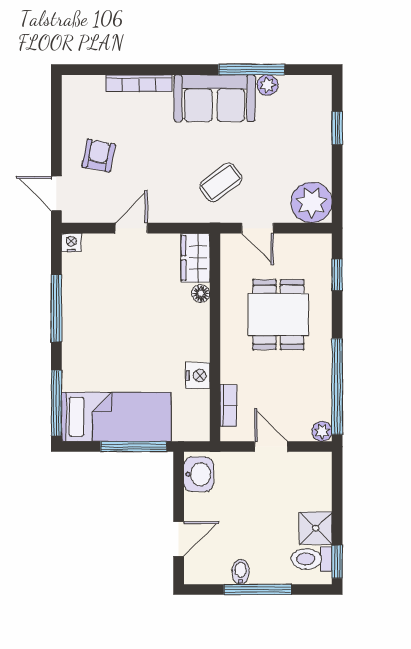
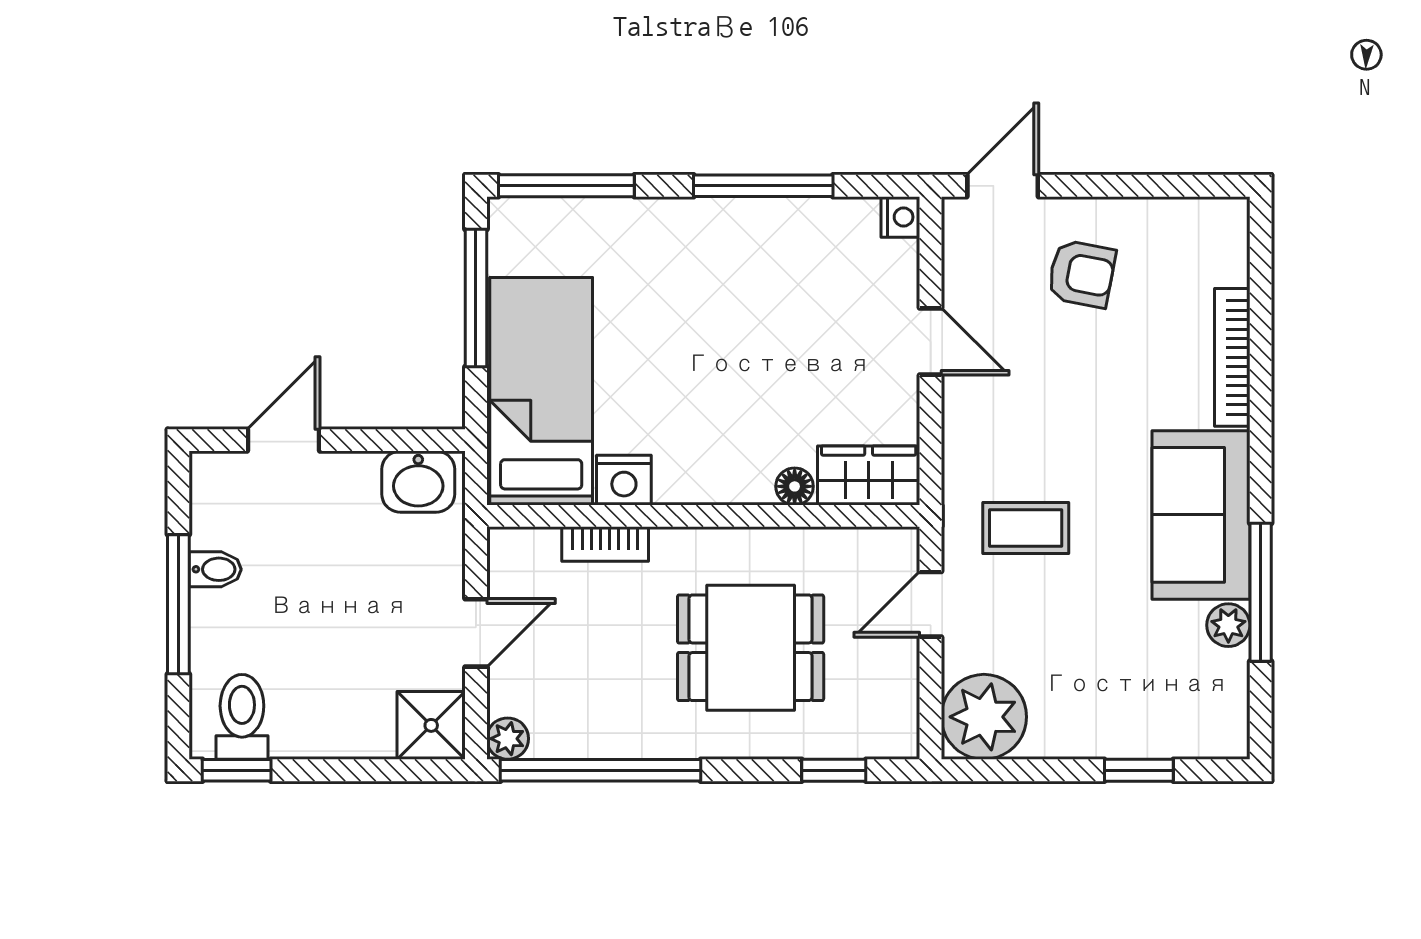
coffee table: (221, 182) -> (1026, 528), turned -53
bookcase: (228, 406) -> (605, 544), moved
bed: (116, 417) -> (541, 391), moved, turned 180
window: (133, 447) -> (476, 298), moved
shower: (316, 528) -> (431, 725), moved
door: (179, 539) -> (284, 440), swing flipped

